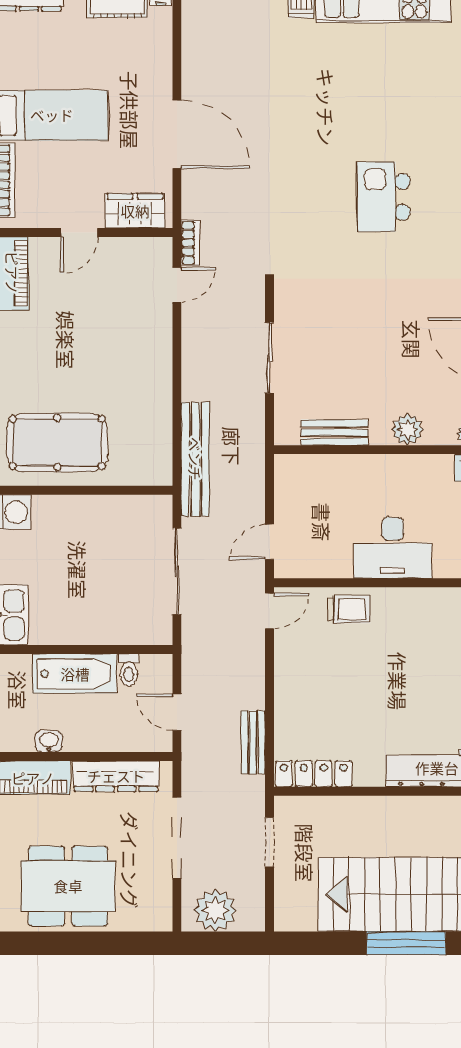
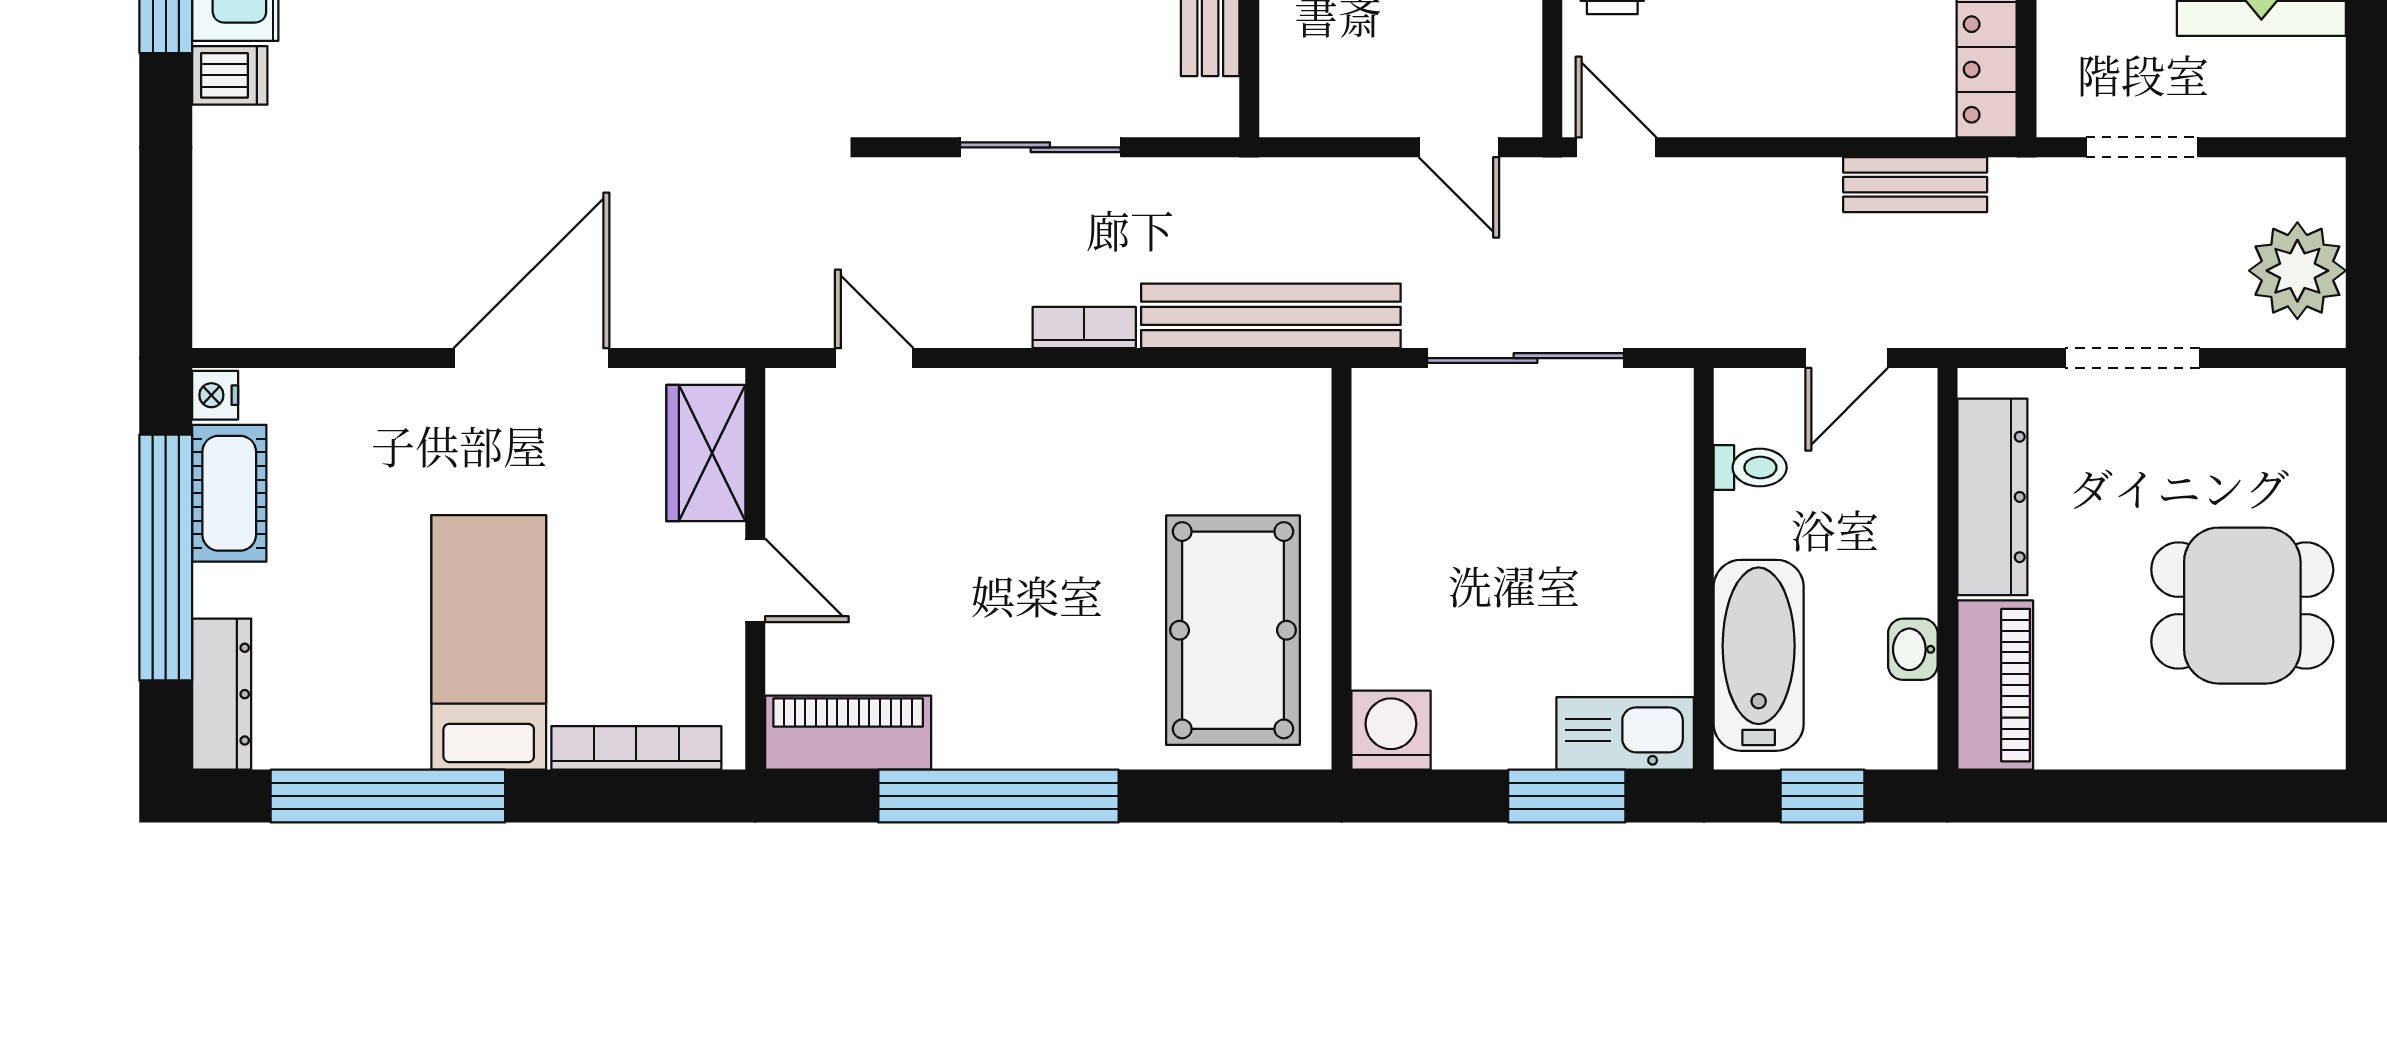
bookcase: (190, 243) -> (1084, 328), moved
bathtub: (75, 674) -> (1759, 655), moved
doorway: (177, 838) -> (2132, 358), width x0.73
dining table: (68, 886) -> (2242, 606), width x0.73

